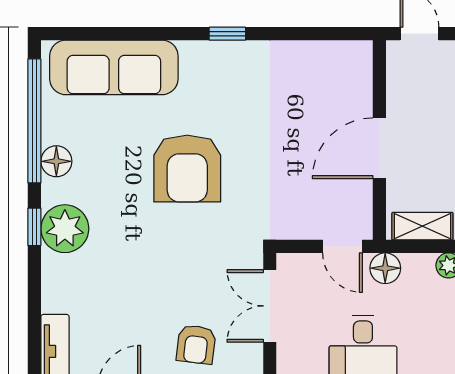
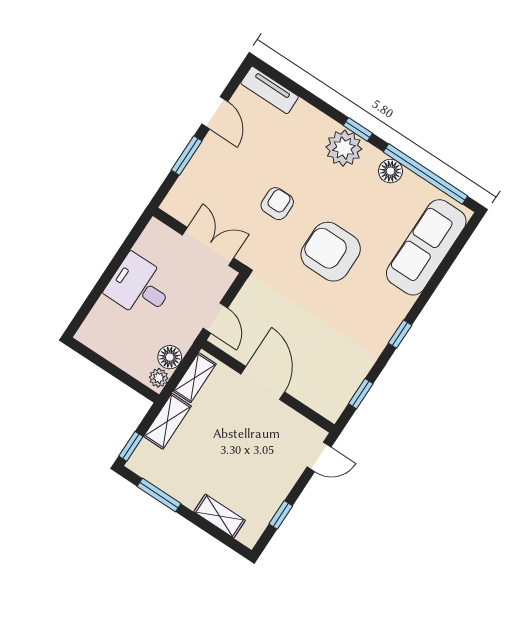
window: (321, 34) -> (361, 394), added
door: (342, 246) -> (215, 318), swing flipped
floor lamp: (385, 268) -> (170, 357), moved
armchair: (196, 344) -> (277, 204), moved, turned 83

